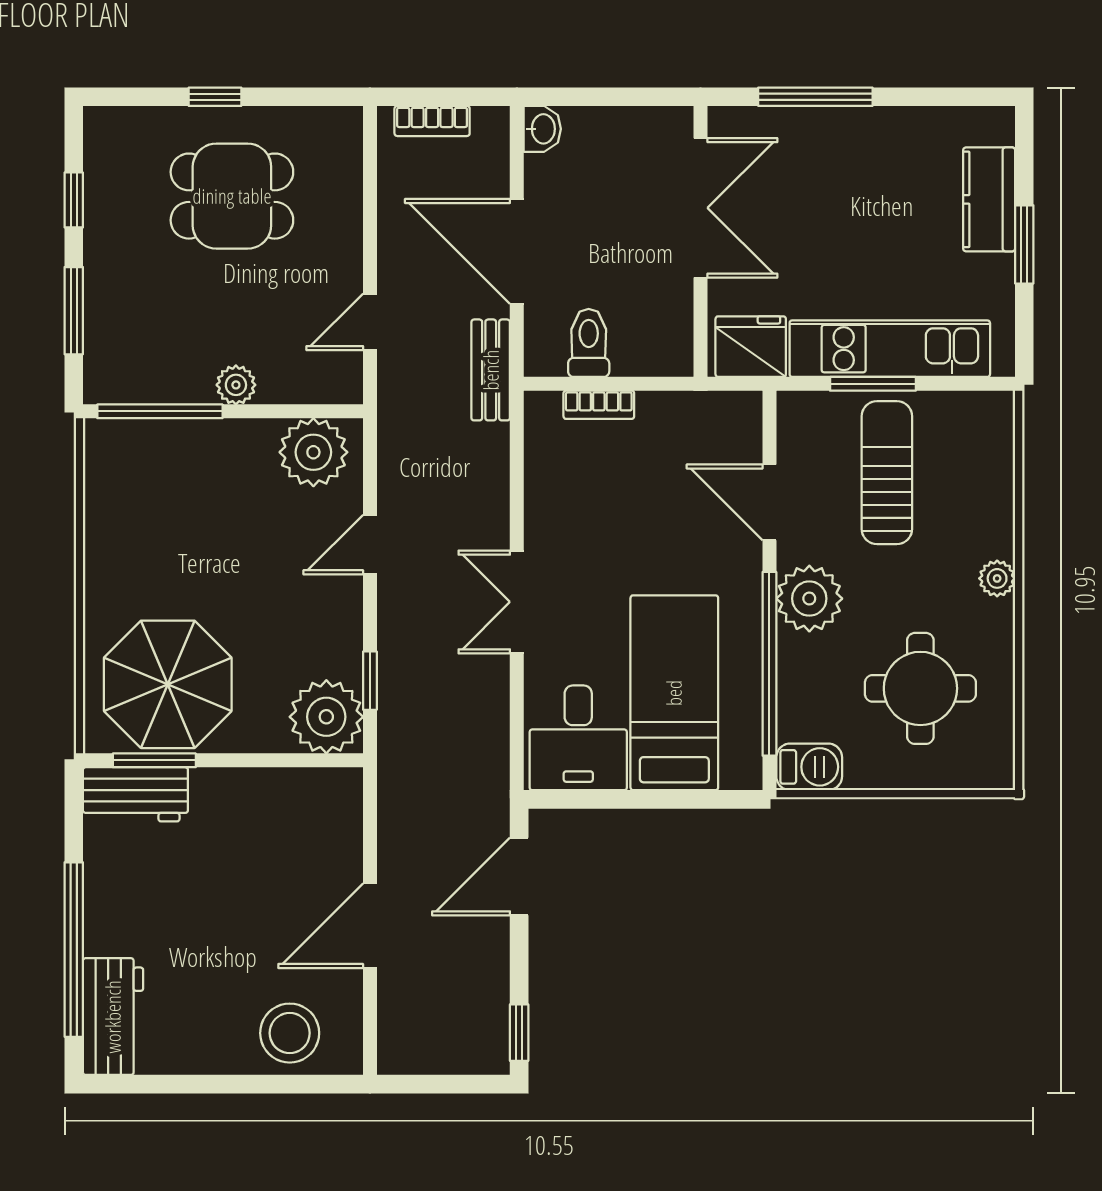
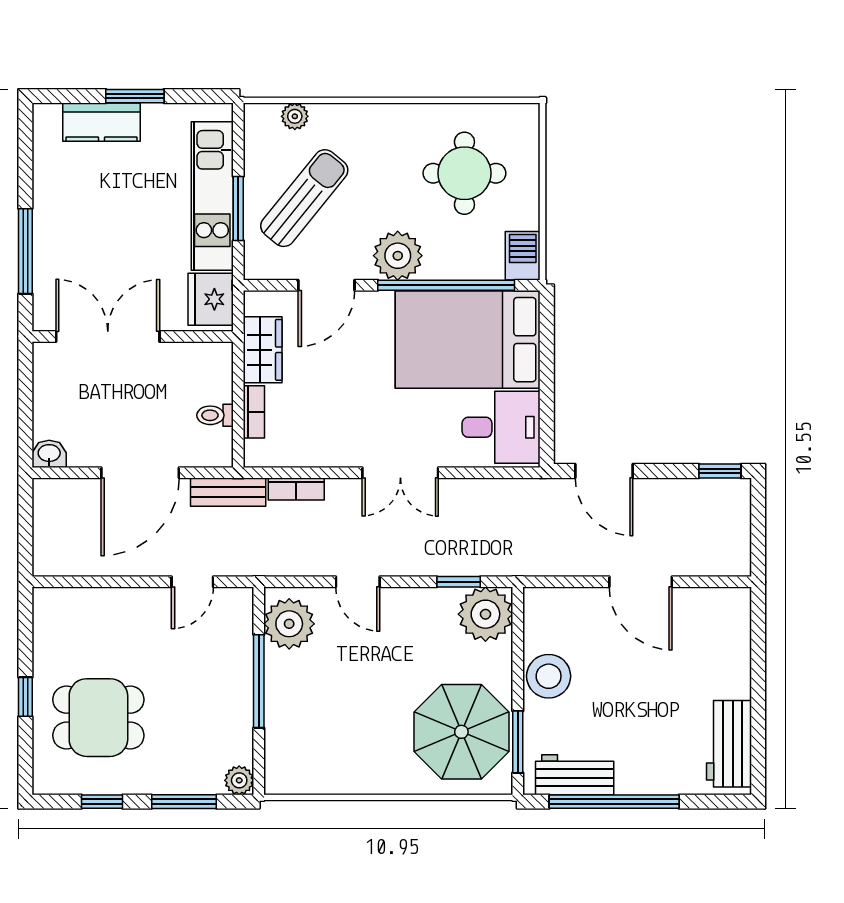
bookcase: (432, 121) -> (296, 489), moved, turned 90
dining table: (232, 196) -> (98, 718), moved, turned 90
door: (370, 322) -> (192, 582), hinge flipped
toilet: (589, 343) -> (215, 415), width x0.73, depth x0.72
plant: (236, 385) -> (239, 780), moved
window: (160, 411) -> (259, 681), moved
wardrobe: (682, 417) -> (263, 350), added
sun lounger: (887, 473) -> (304, 198), turned 129
plant: (997, 578) -> (295, 116), moved
bed: (674, 693) -> (468, 340), width x1.50
workbench: (135, 794) -> (575, 775), moved, turned -90
window: (74, 950) -> (614, 802), moved
workbench: (113, 1017) -> (729, 744), moved, turned -90
stool: (290, 1033) -> (549, 676), moved

